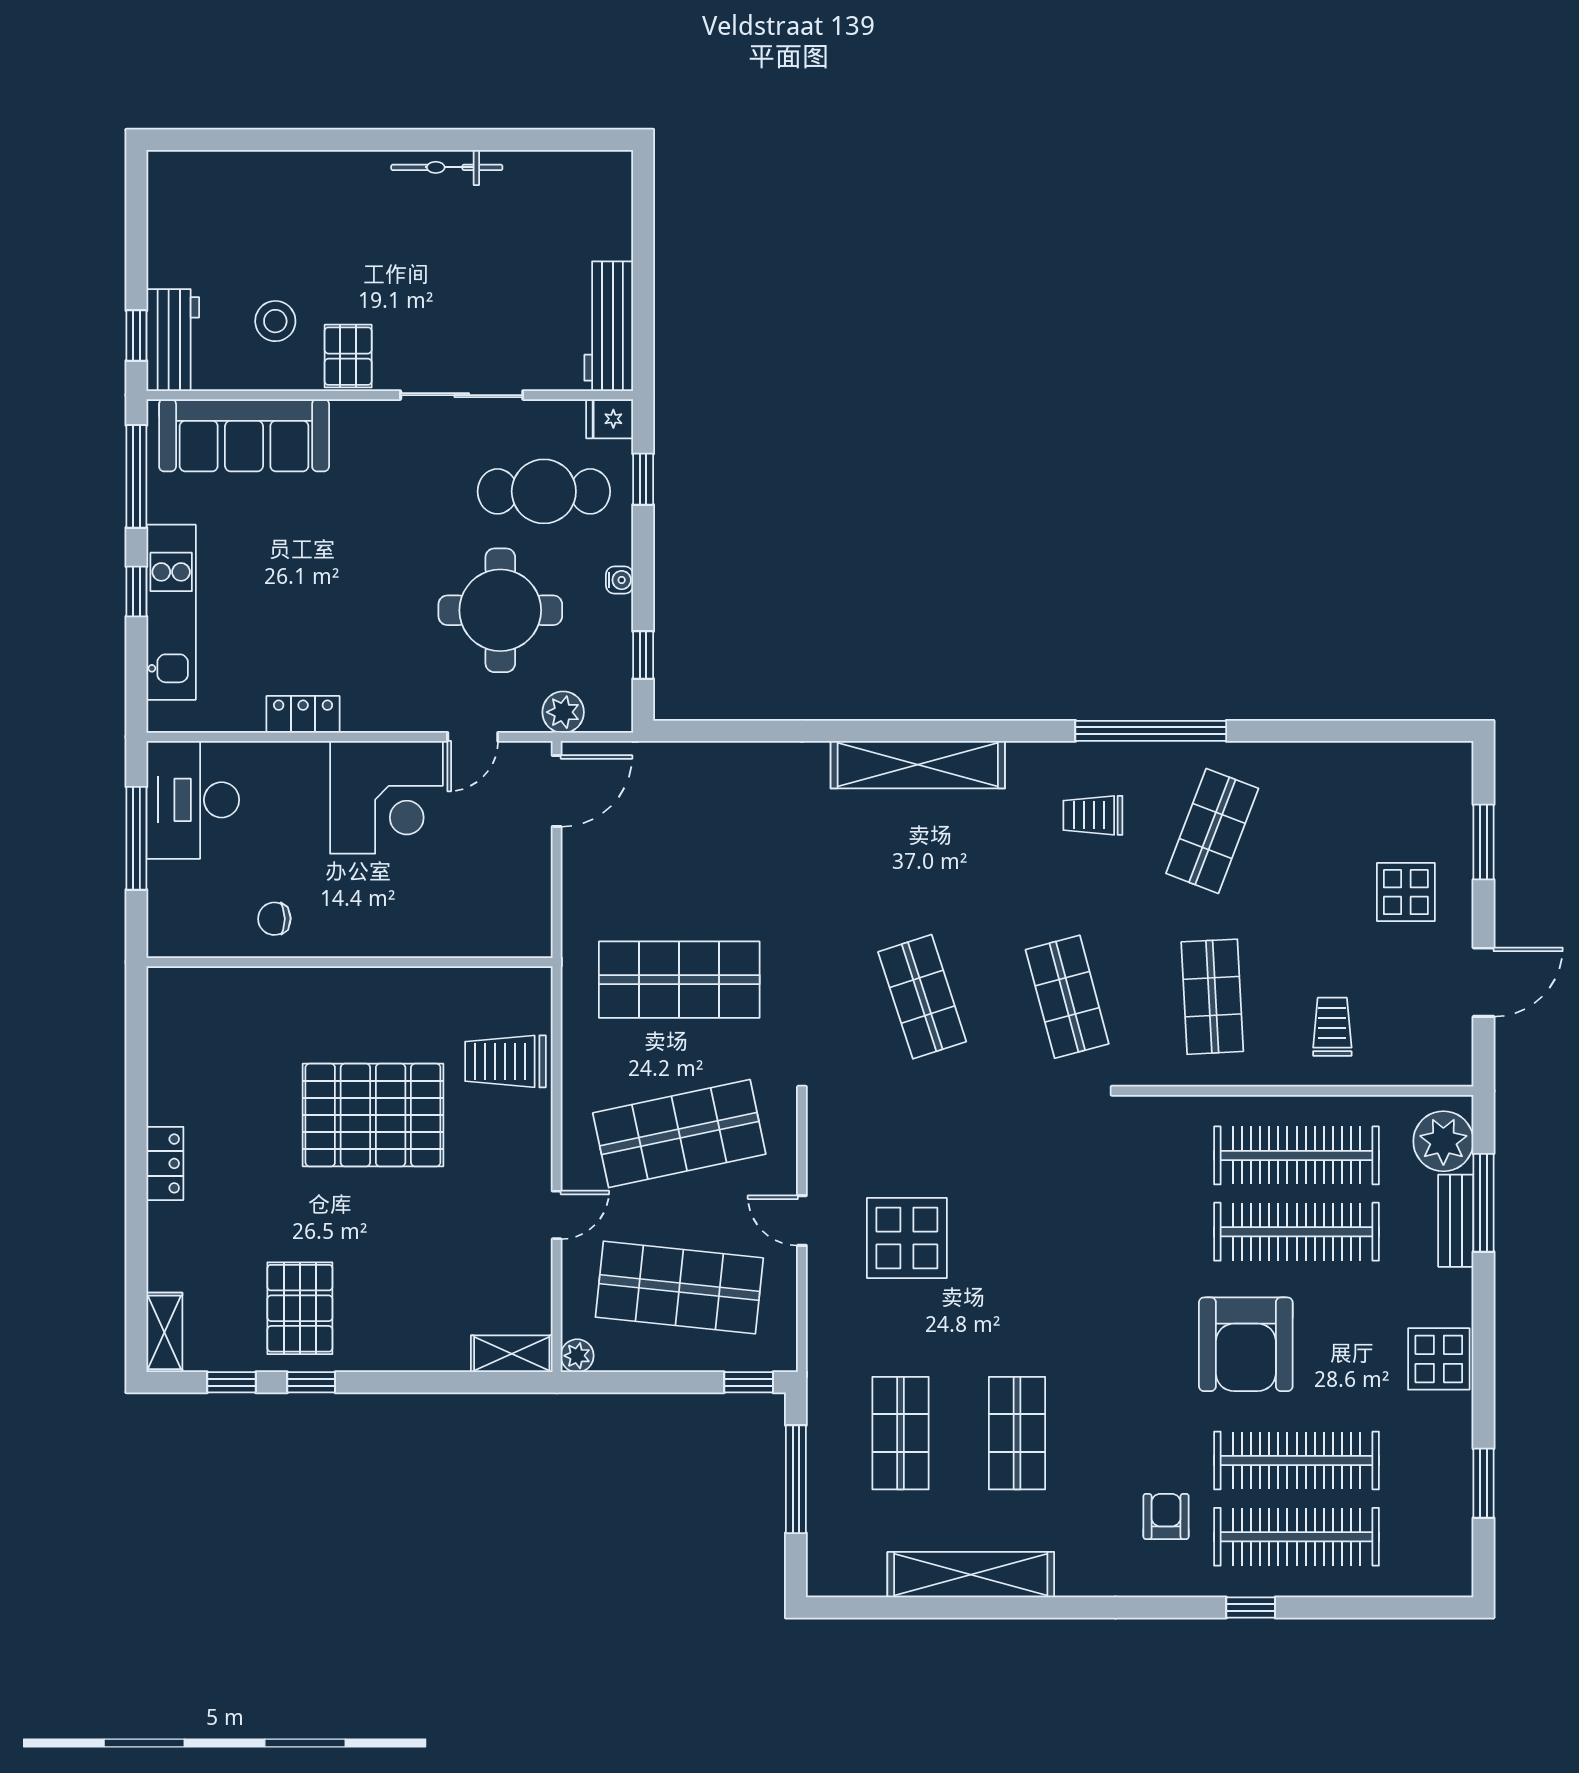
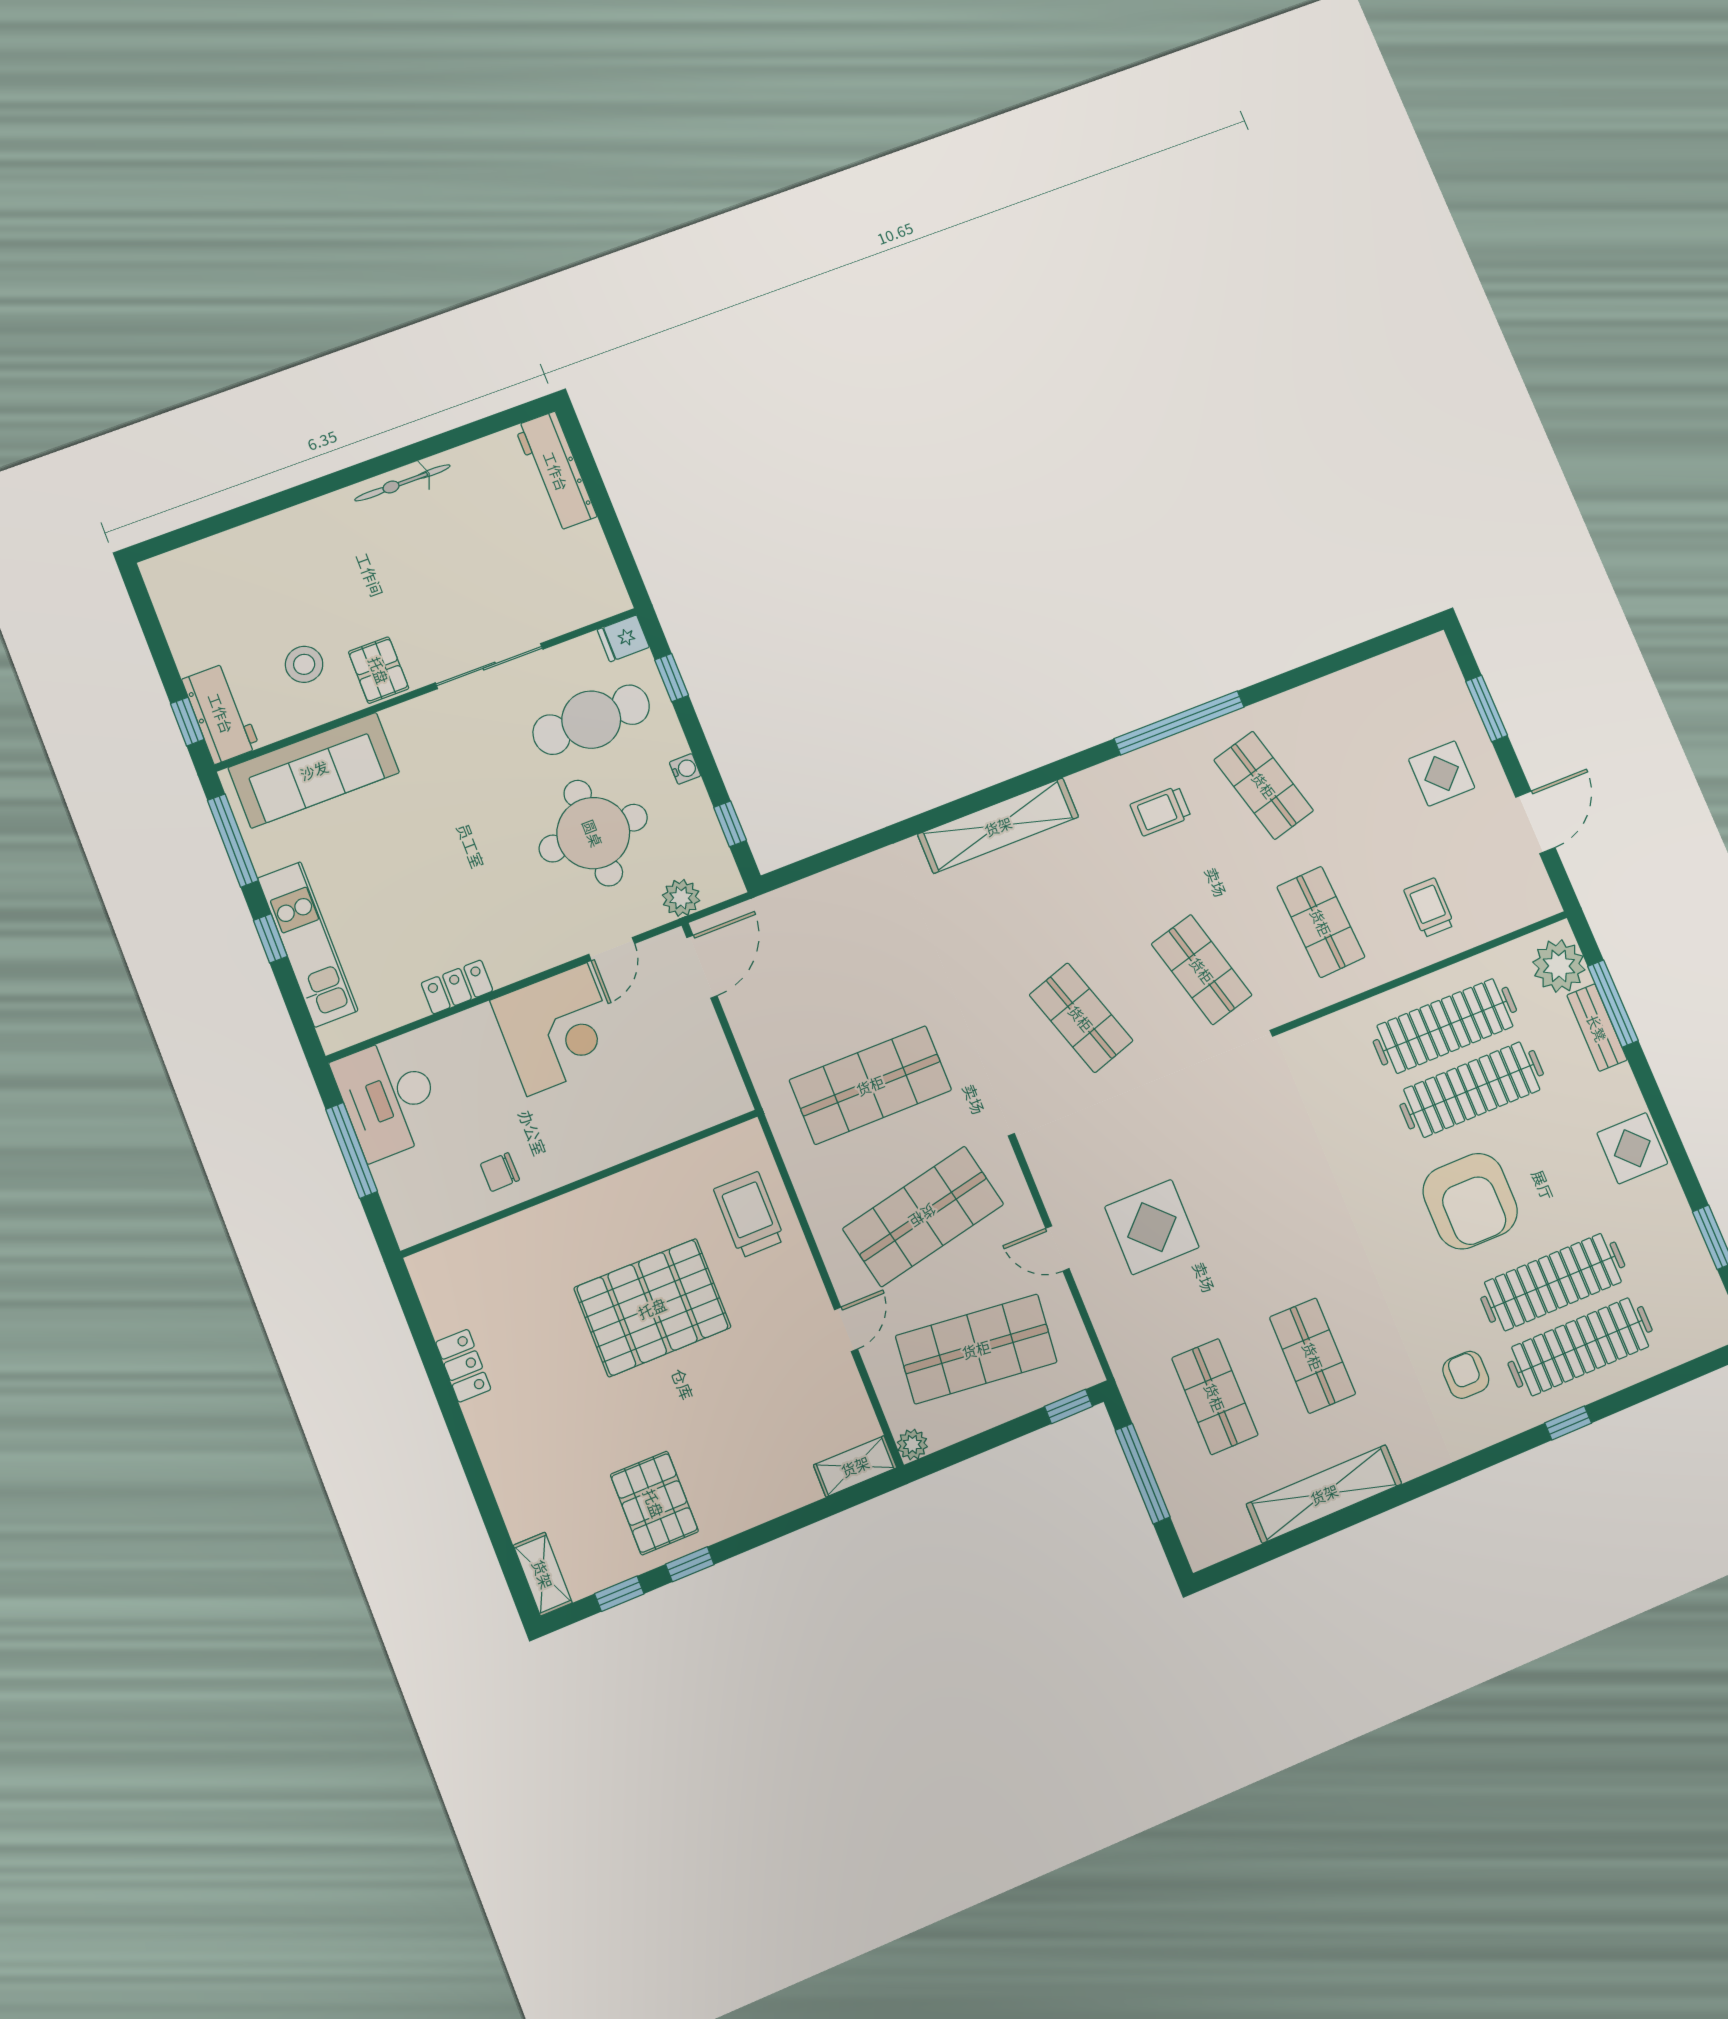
workbench: (609, 326) -> (556, 471), moved
shop shelf: (1212, 831) -> (1264, 785), turned -36
trolley: (505, 1061) -> (749, 1215), turned 90
locker: (165, 1163) -> (463, 1366), moved

